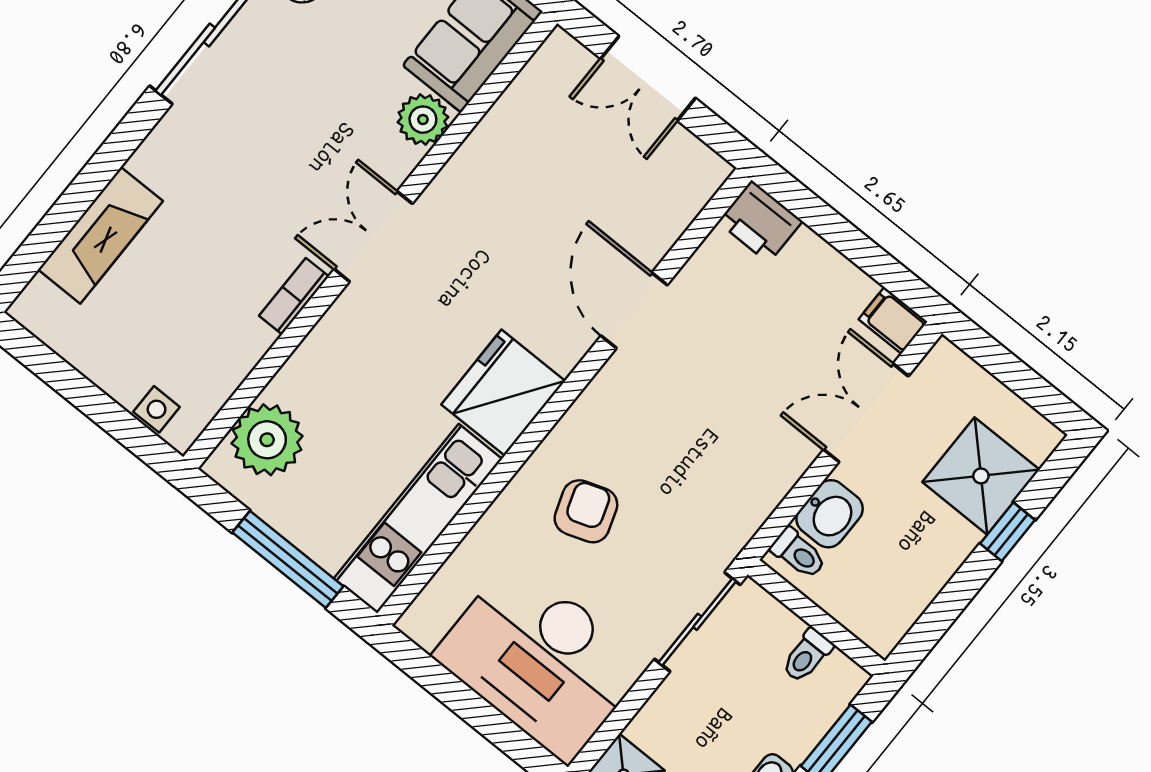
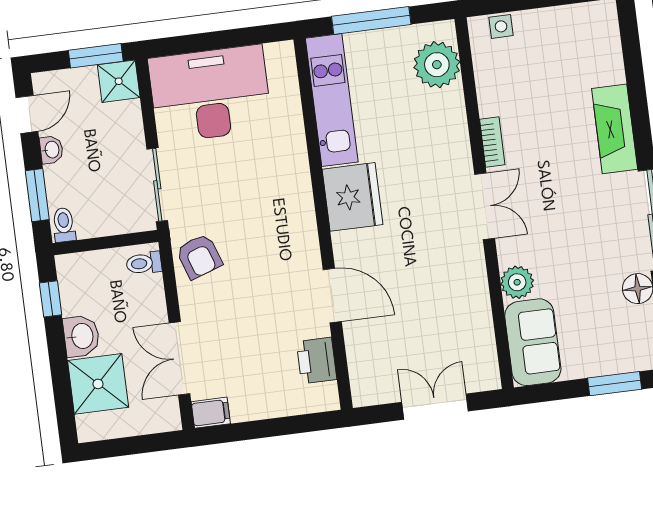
printer: (760, 222) -> (317, 361), moved, turned -90
fireplace: (100, 235) -> (615, 129), moved
double door: (866, 413) -> (180, 358), swing flipped
armchair: (586, 511) -> (199, 256), moved
washbasin: (830, 514) -> (81, 336), moved, turned 180
window: (1007, 532) -> (51, 299), moved
toilet: (807, 656) -> (64, 225), moved

